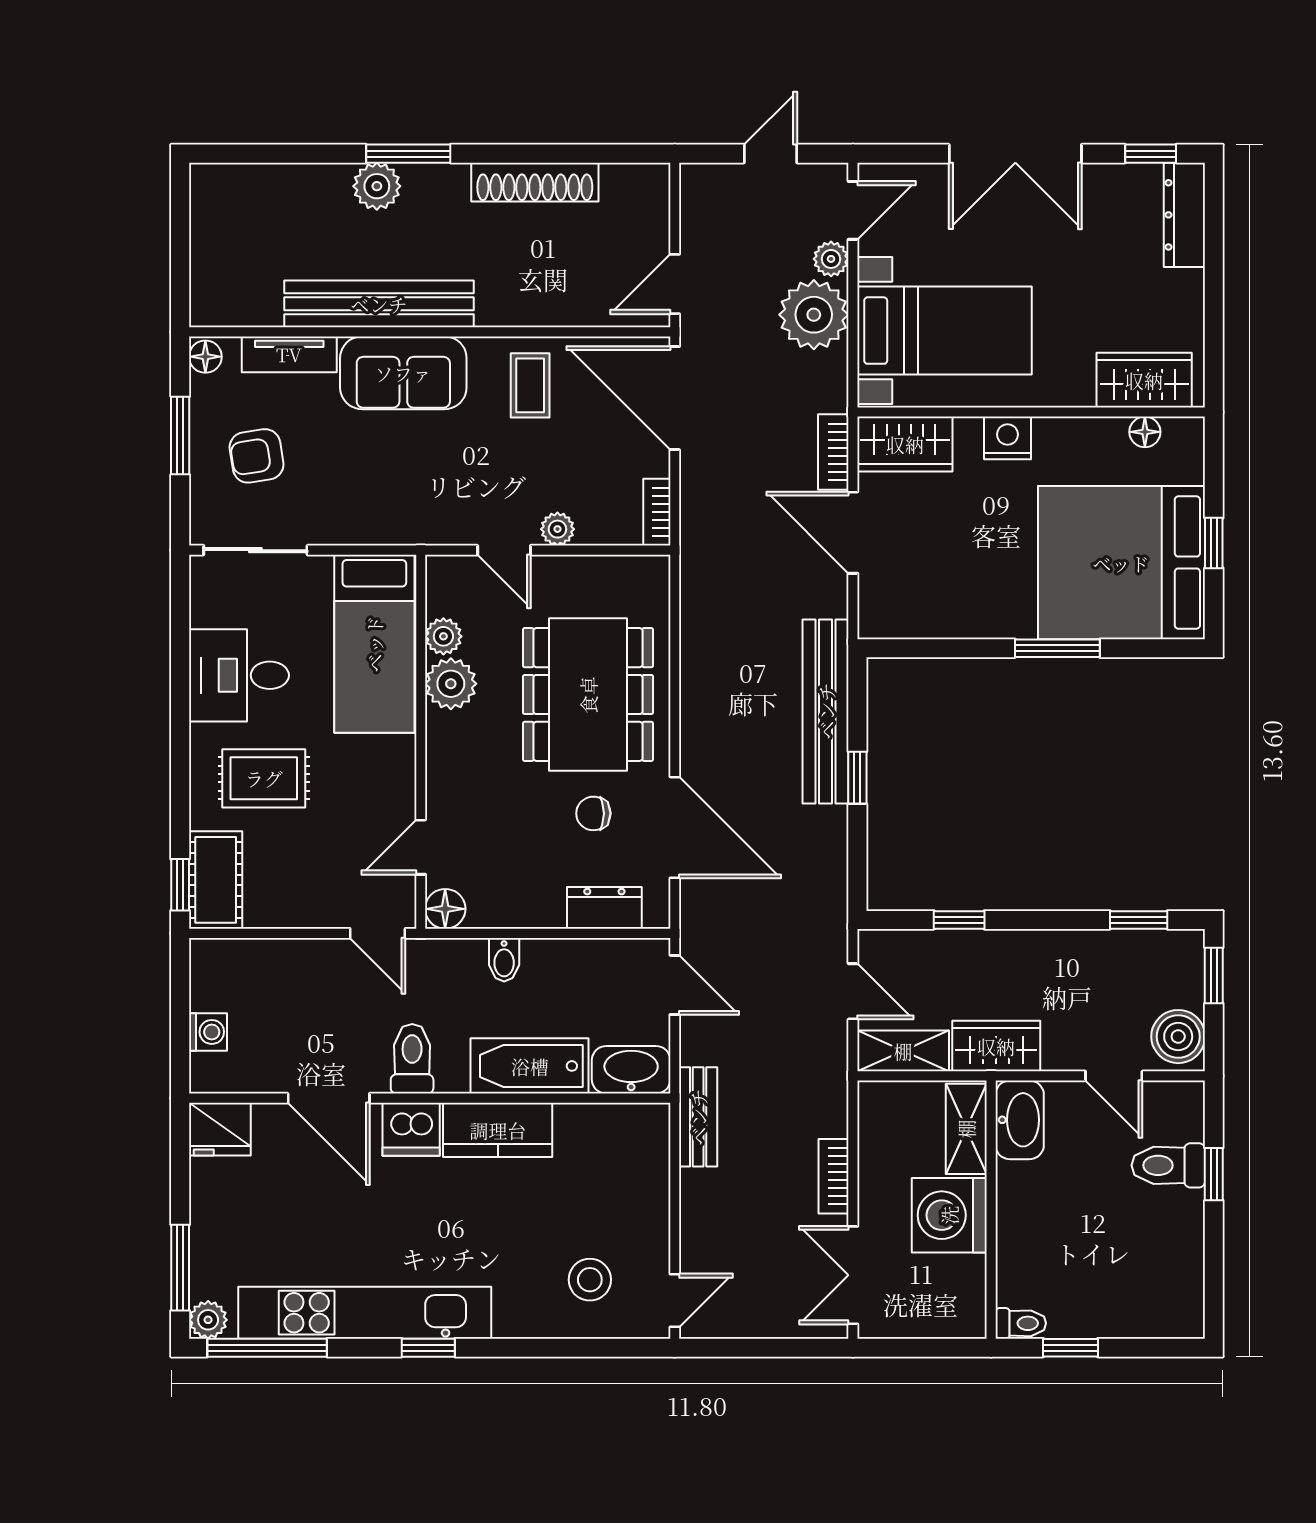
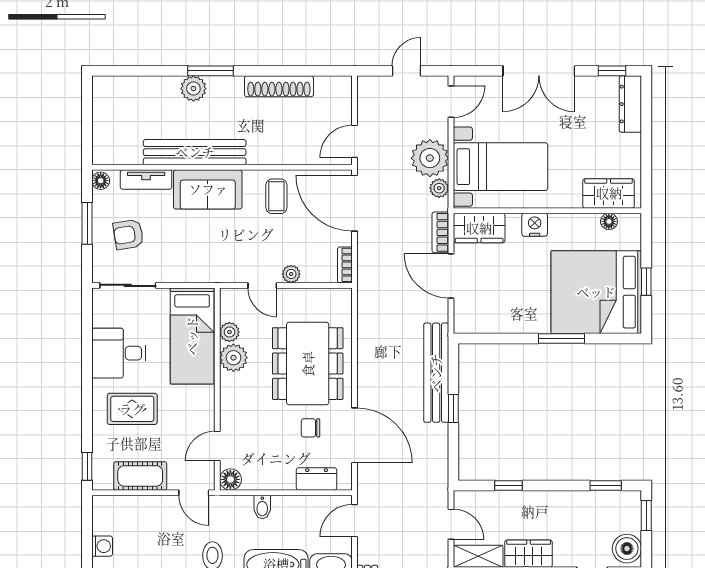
plant: (831, 259) -> (439, 188), moved
cot: (216, 880) -> (140, 476), moved, turned 90
door: (675, 985) -> (355, 521), swing flipped

